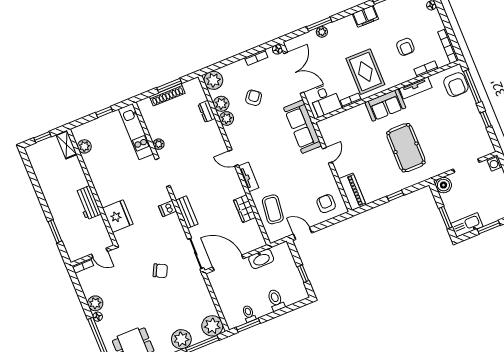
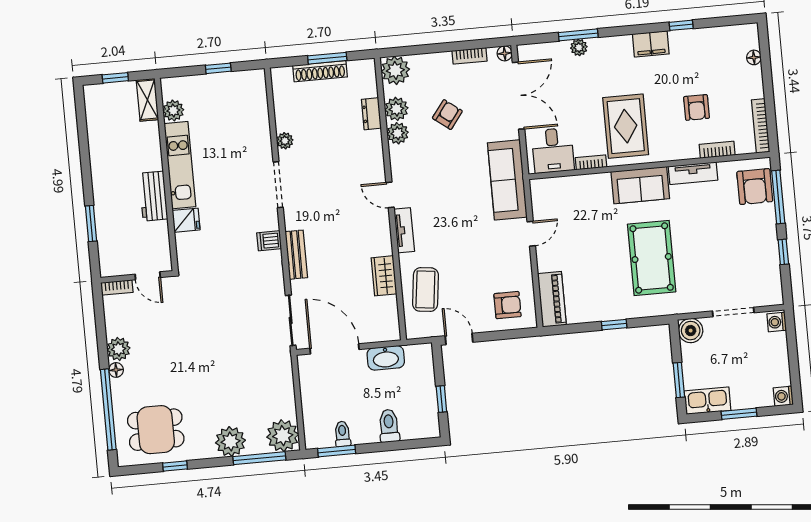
kitchen unit: (136, 132) -> (180, 165), moved, turned 180
armchair: (326, 204) -> (508, 305), turned 90
fridge: (118, 216) -> (186, 220), width x0.53, depth x0.75
chair: (160, 271) -> (230, 330), removed

